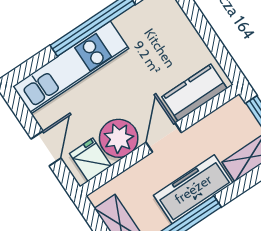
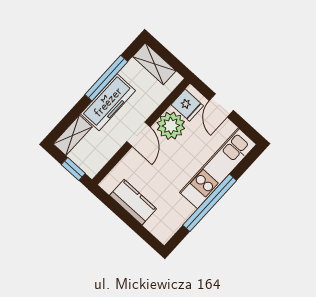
kitchen counter: (195, 93) -> (133, 202), moved, turned -90

